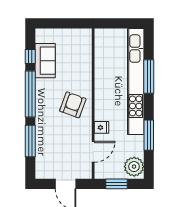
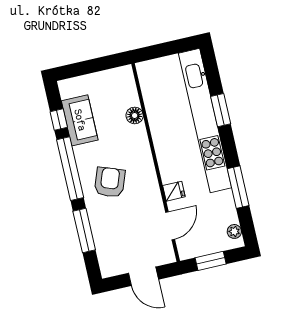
floor lamp: (86, 66) -> (135, 115), added
window: (149, 77) -> (221, 110), width x0.69
armchair: (73, 105) -> (110, 182), moved
plant: (134, 167) -> (234, 231), width x0.53, depth x0.53

